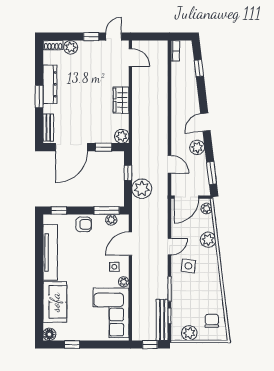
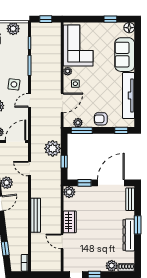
door: (130, 58) -> (62, 242), moved
bench: (162, 320) -> (36, 215), moved

